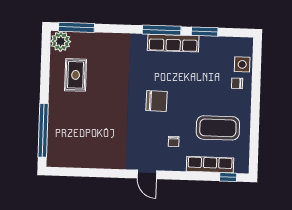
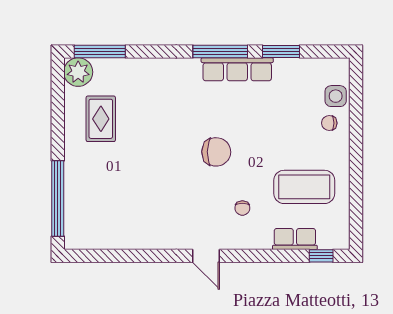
row of seats: (210, 165) -> (295, 239), width x0.68

